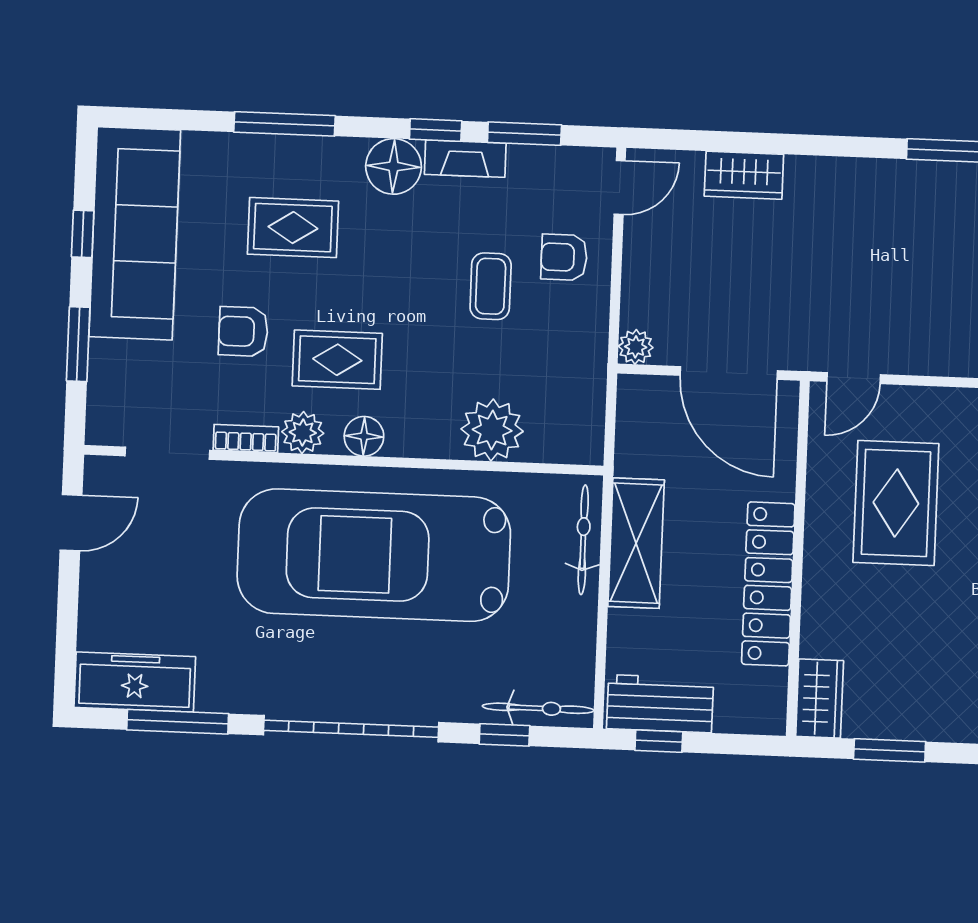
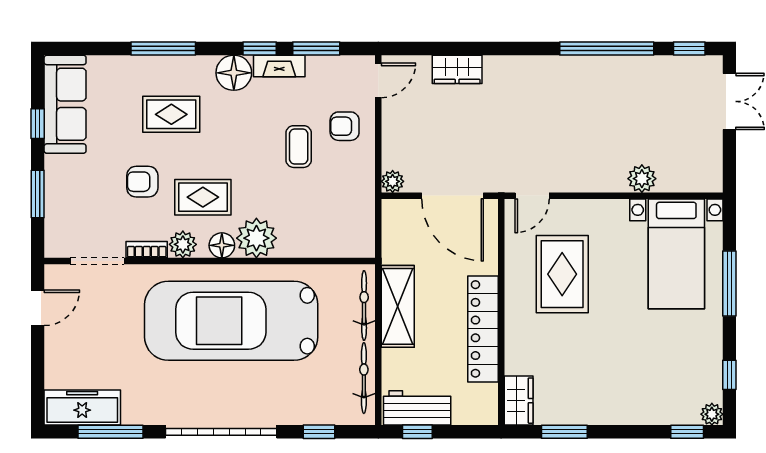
sofa: (135, 233) -> (65, 104), width x0.74, depth x0.79
plant: (492, 430) -> (256, 238), moved
bicycle: (538, 708) -> (364, 378), moved, turned -90

